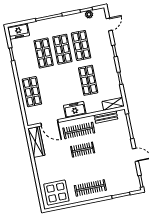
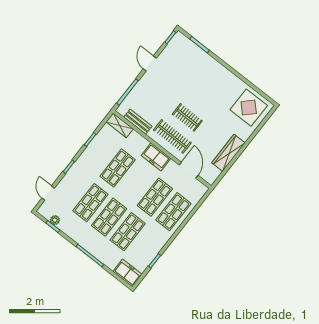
door: (109, 24) -> (48, 193), hinge flipped
shop shelf: (51, 88) -> (155, 197), added
wardrobe: (36, 142) -> (228, 153), moved
clothes rail: (90, 188) -> (217, 79), removed

